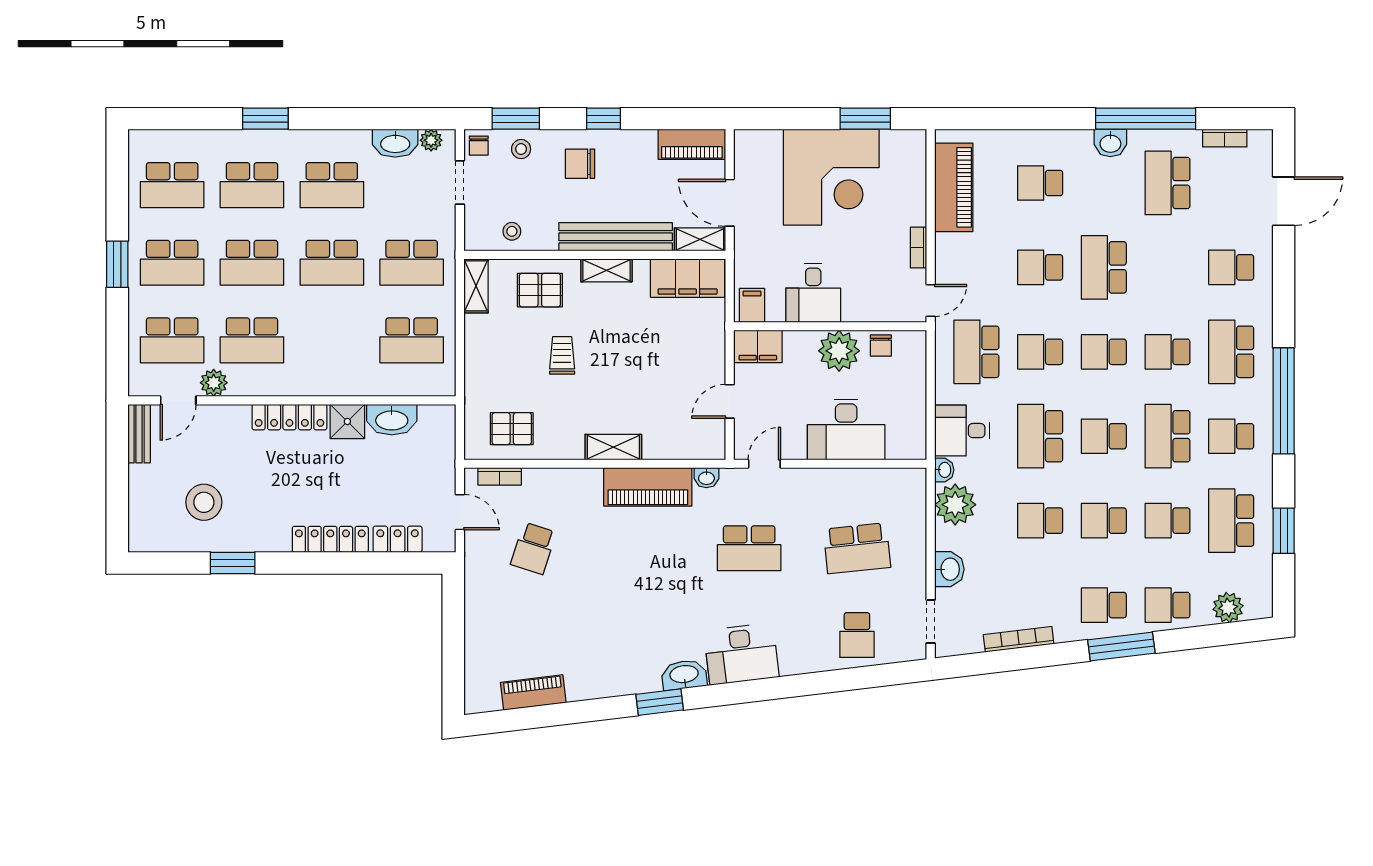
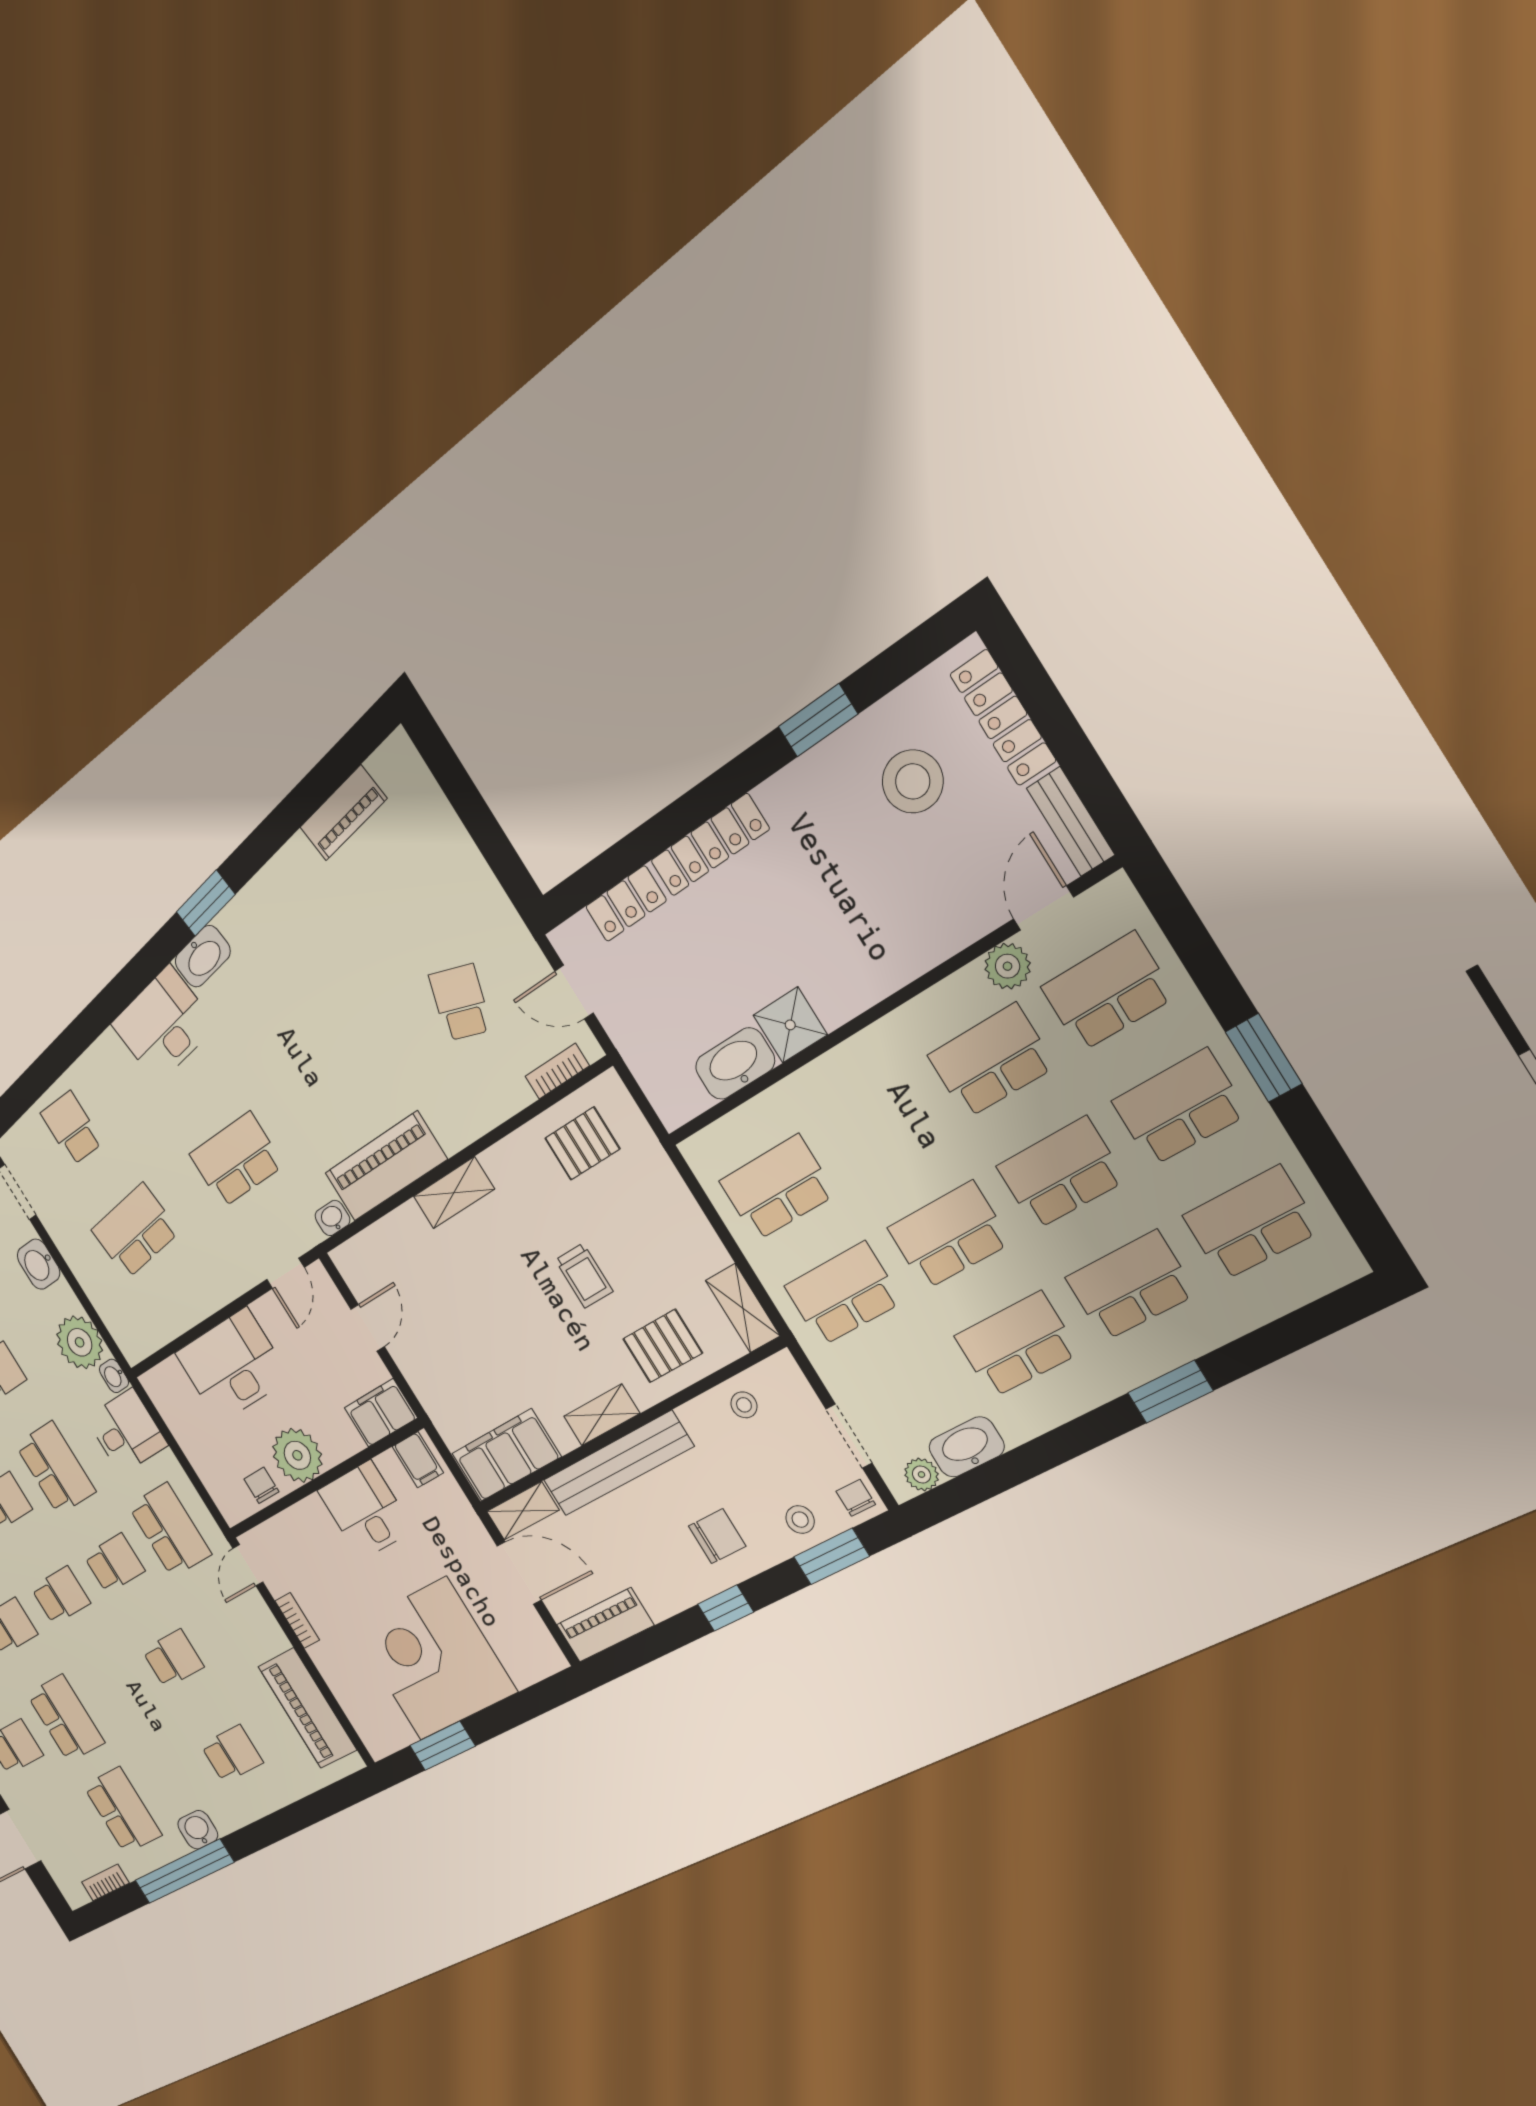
school desk: (1104, 267) -> (66, 1718), moved
locker: (289, 417) -> (1003, 717), moved, turned -90

